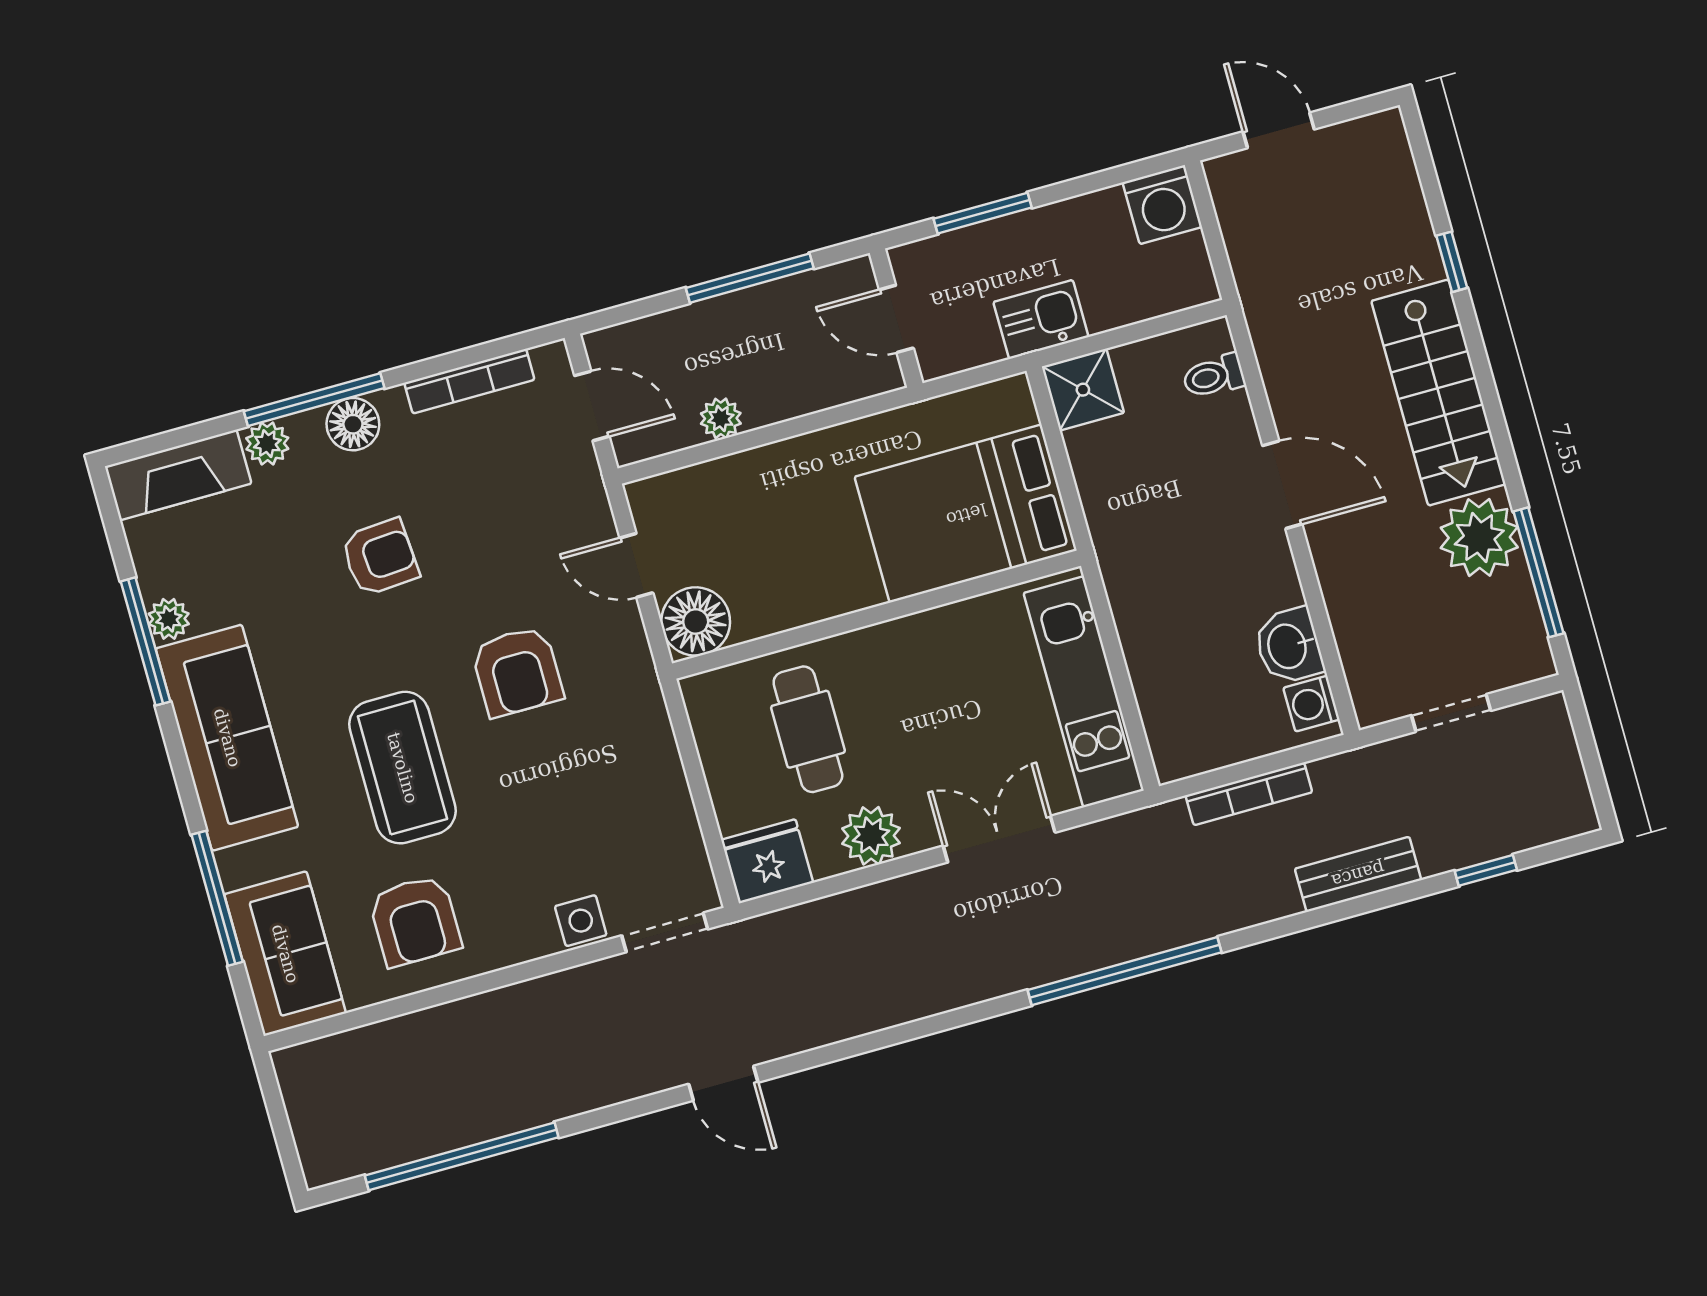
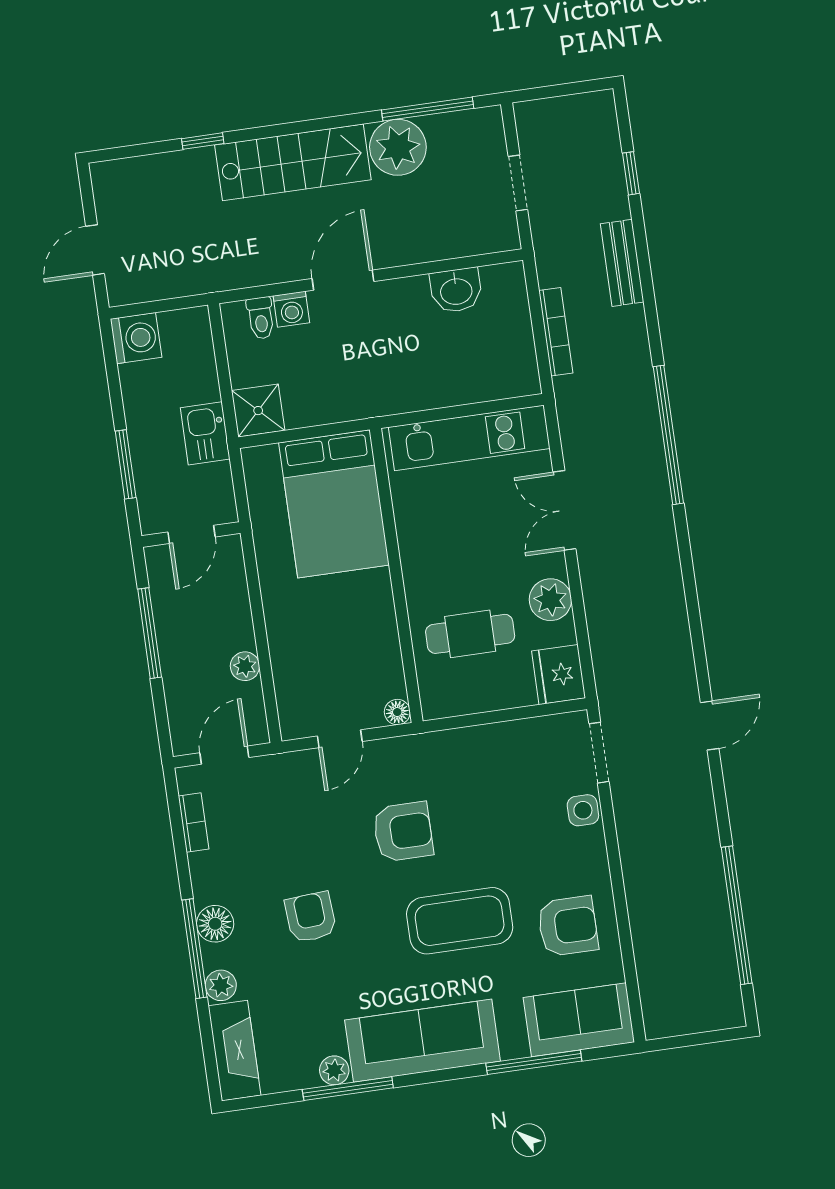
bookcase: (469, 381) -> (194, 823), width x0.64
floor lamp: (696, 621) -> (397, 712), width x0.53, depth x0.53
washing machine: (1311, 704) -> (291, 309), moved

